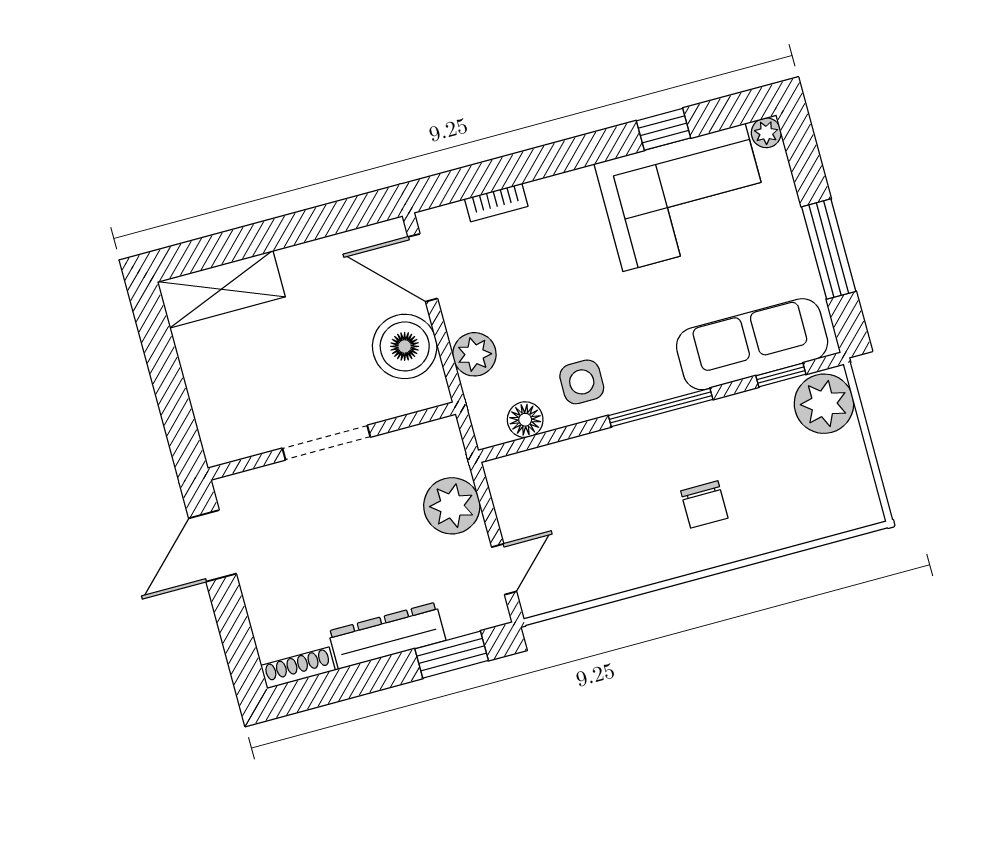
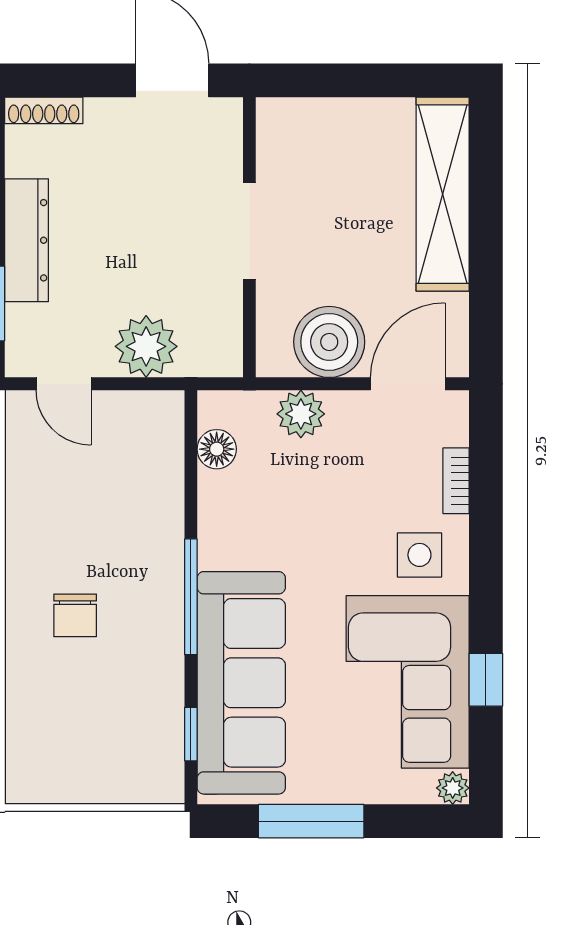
shelving: (221, 289) -> (443, 194), width x1.47
sofa: (752, 344) -> (241, 683), width x1.36, depth x1.27
side table: (582, 382) -> (419, 555), moved
plant: (824, 404) -> (148, 772), removed
chair: (704, 504) -> (75, 615), turned -90
shoe rack: (298, 668) -> (44, 110), moved, turned 90

